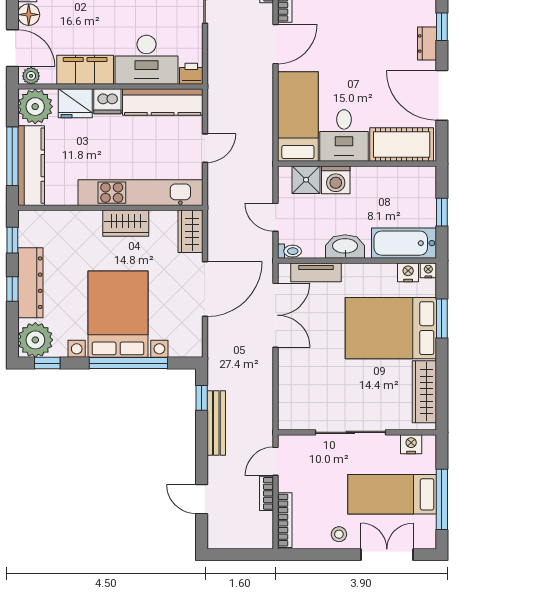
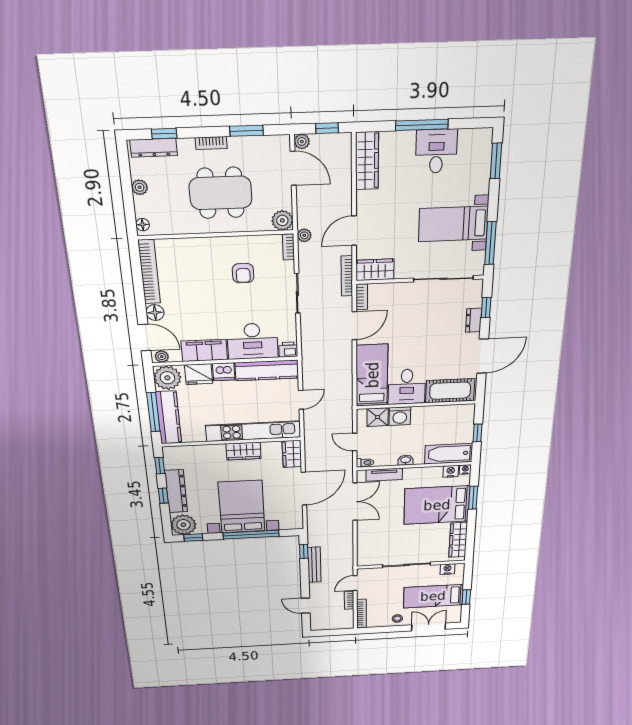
door: (442, 95) -> (483, 356), swing flipped
washbasin: (345, 247) -> (406, 460), width x0.52, depth x0.69
window: (442, 499) -> (466, 597), width x0.46

